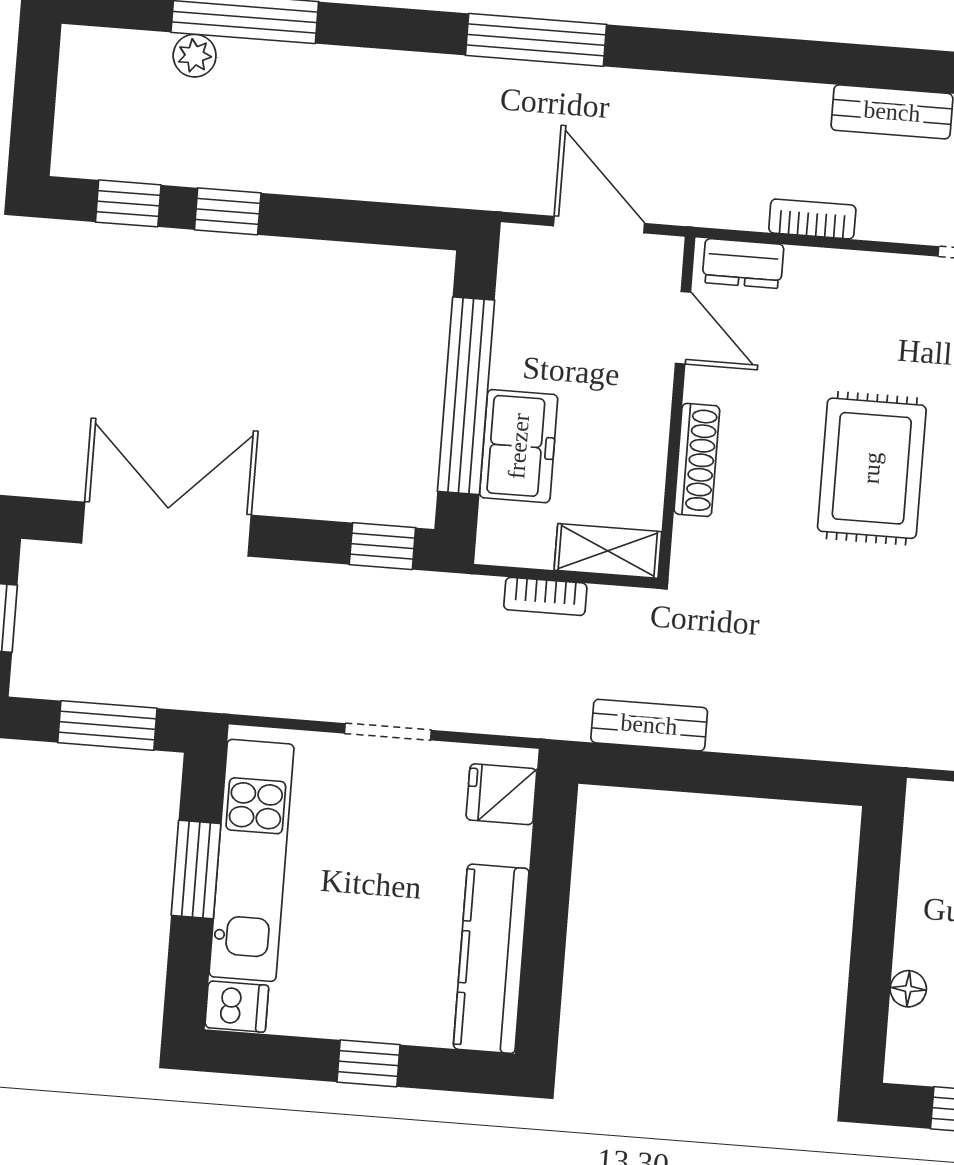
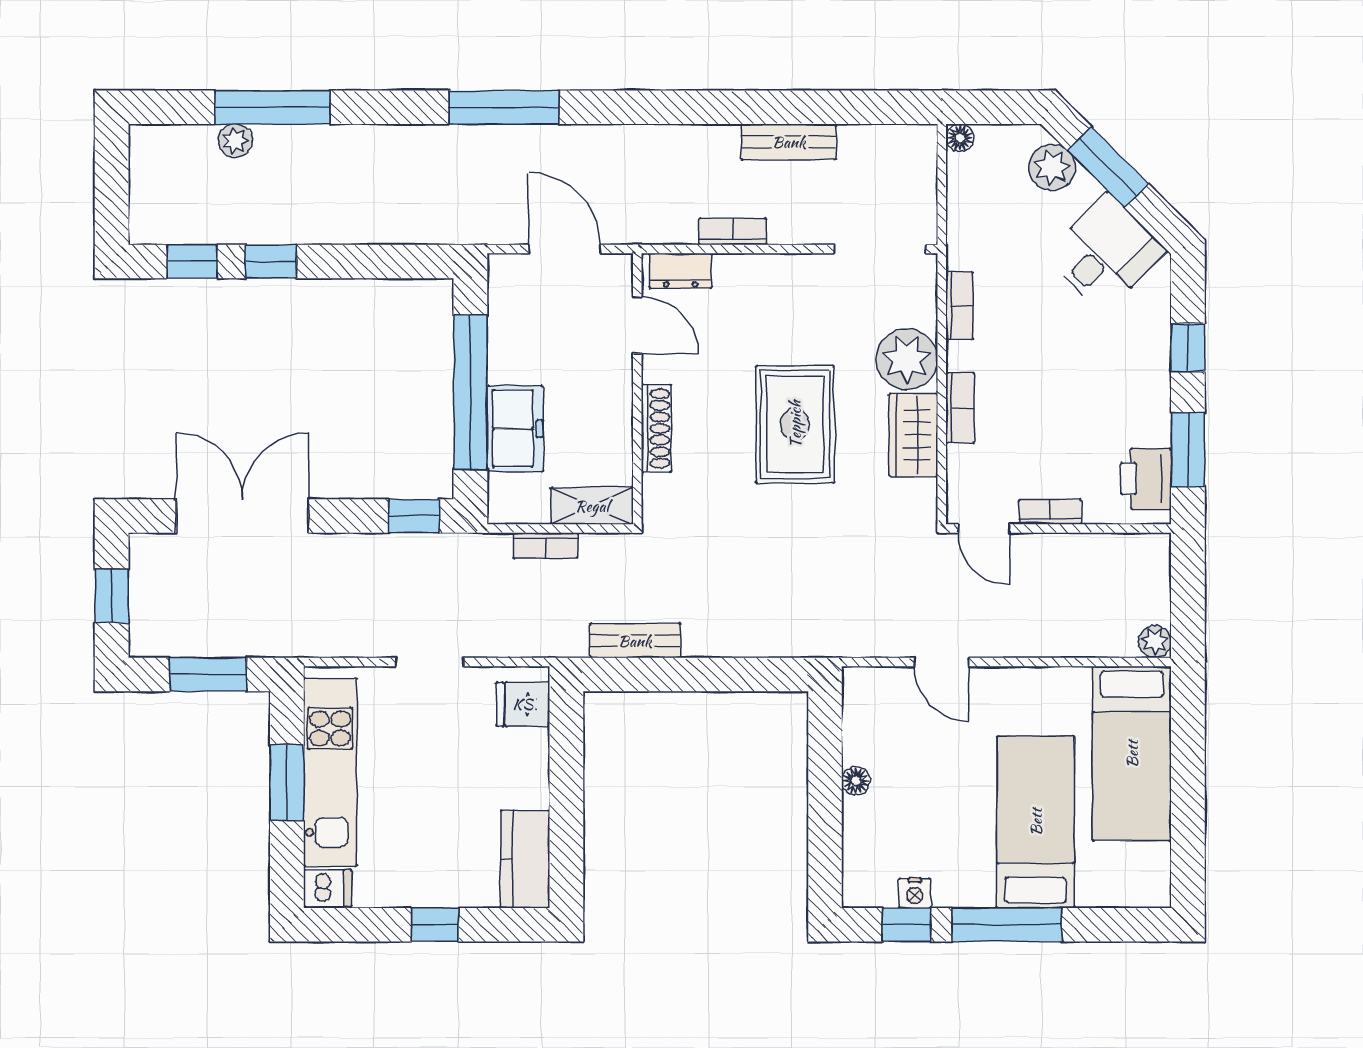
kitchen counter: (491, 959) -> (525, 859), width x0.67
floor lamp: (908, 989) -> (856, 781), moved

